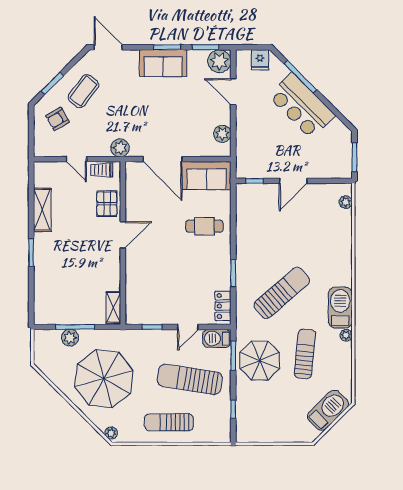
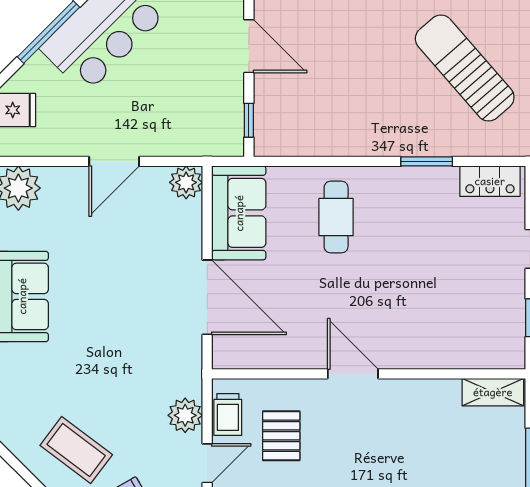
door: (233, 92) -> (114, 161), moved
plant: (222, 134) -> (186, 182), moved
plant: (120, 148) -> (185, 415), moved
door: (163, 159) -> (207, 297), hinge flipped
pallet: (107, 204) -> (281, 436), moved, turned 90

